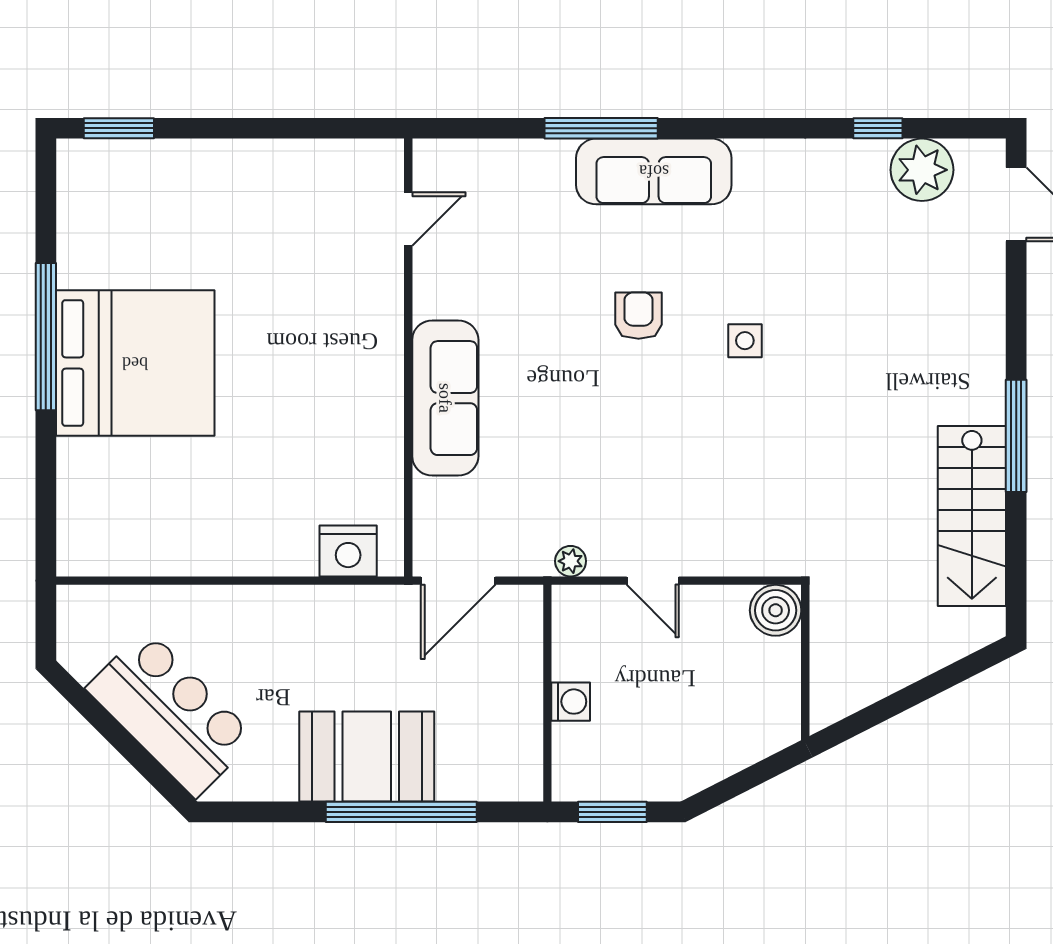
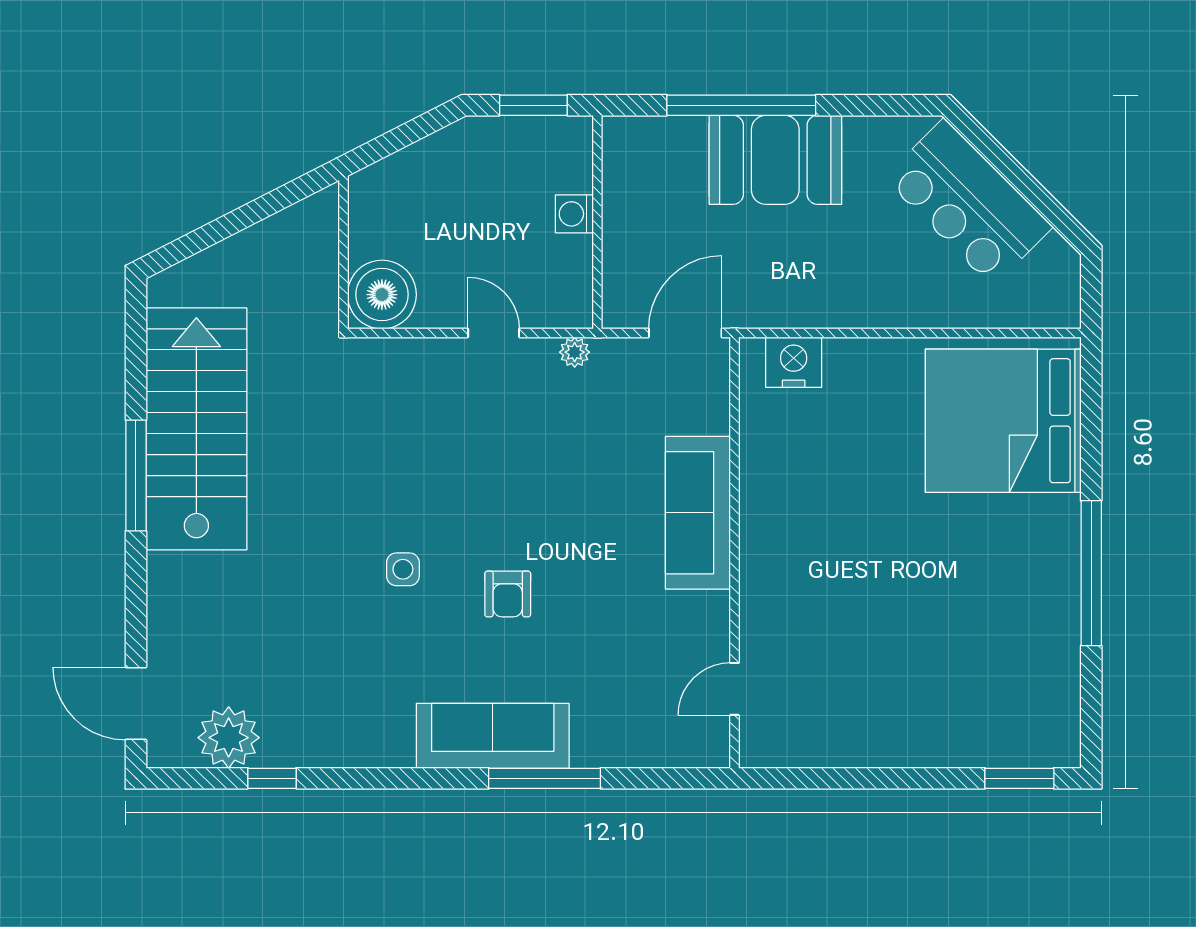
bed: (135, 363) -> (1003, 421), moved
stairs: (972, 516) -> (196, 429), width x1.36, depth x1.51
boiler: (776, 610) -> (382, 295), width x1.37, depth x1.37

